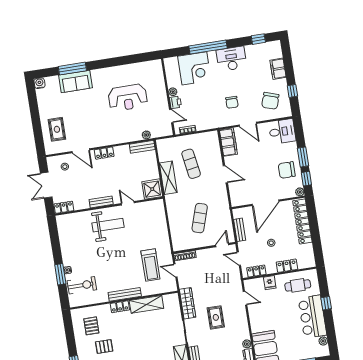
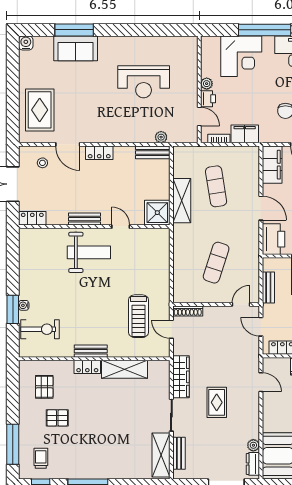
filing cabinet: (205, 123) -> (245, 134), added
rug: (57, 129) -> (40, 110), width x1.36, depth x1.43
printer: (238, 195) -> (273, 239), added
bench: (125, 294) -> (91, 351), width x0.73

